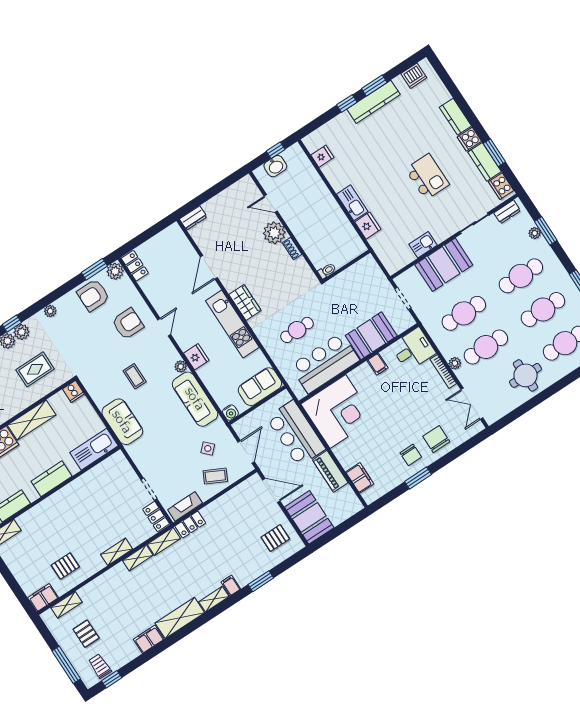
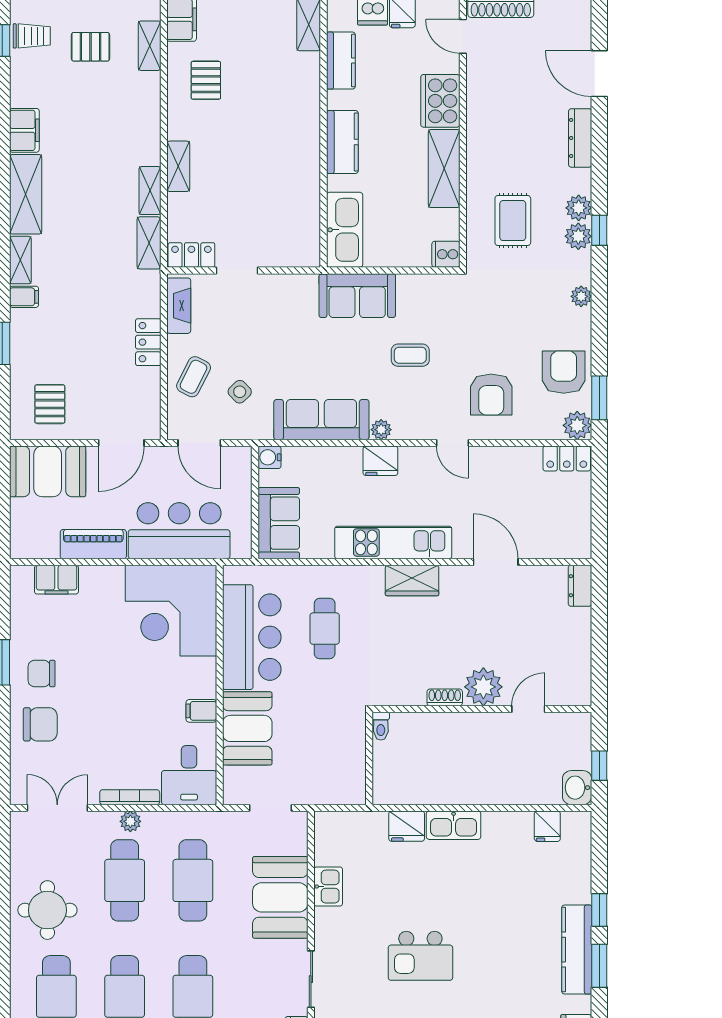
washbasin: (275, 166) -> (577, 788), moved
locker: (190, 525) -> (148, 342), moved

